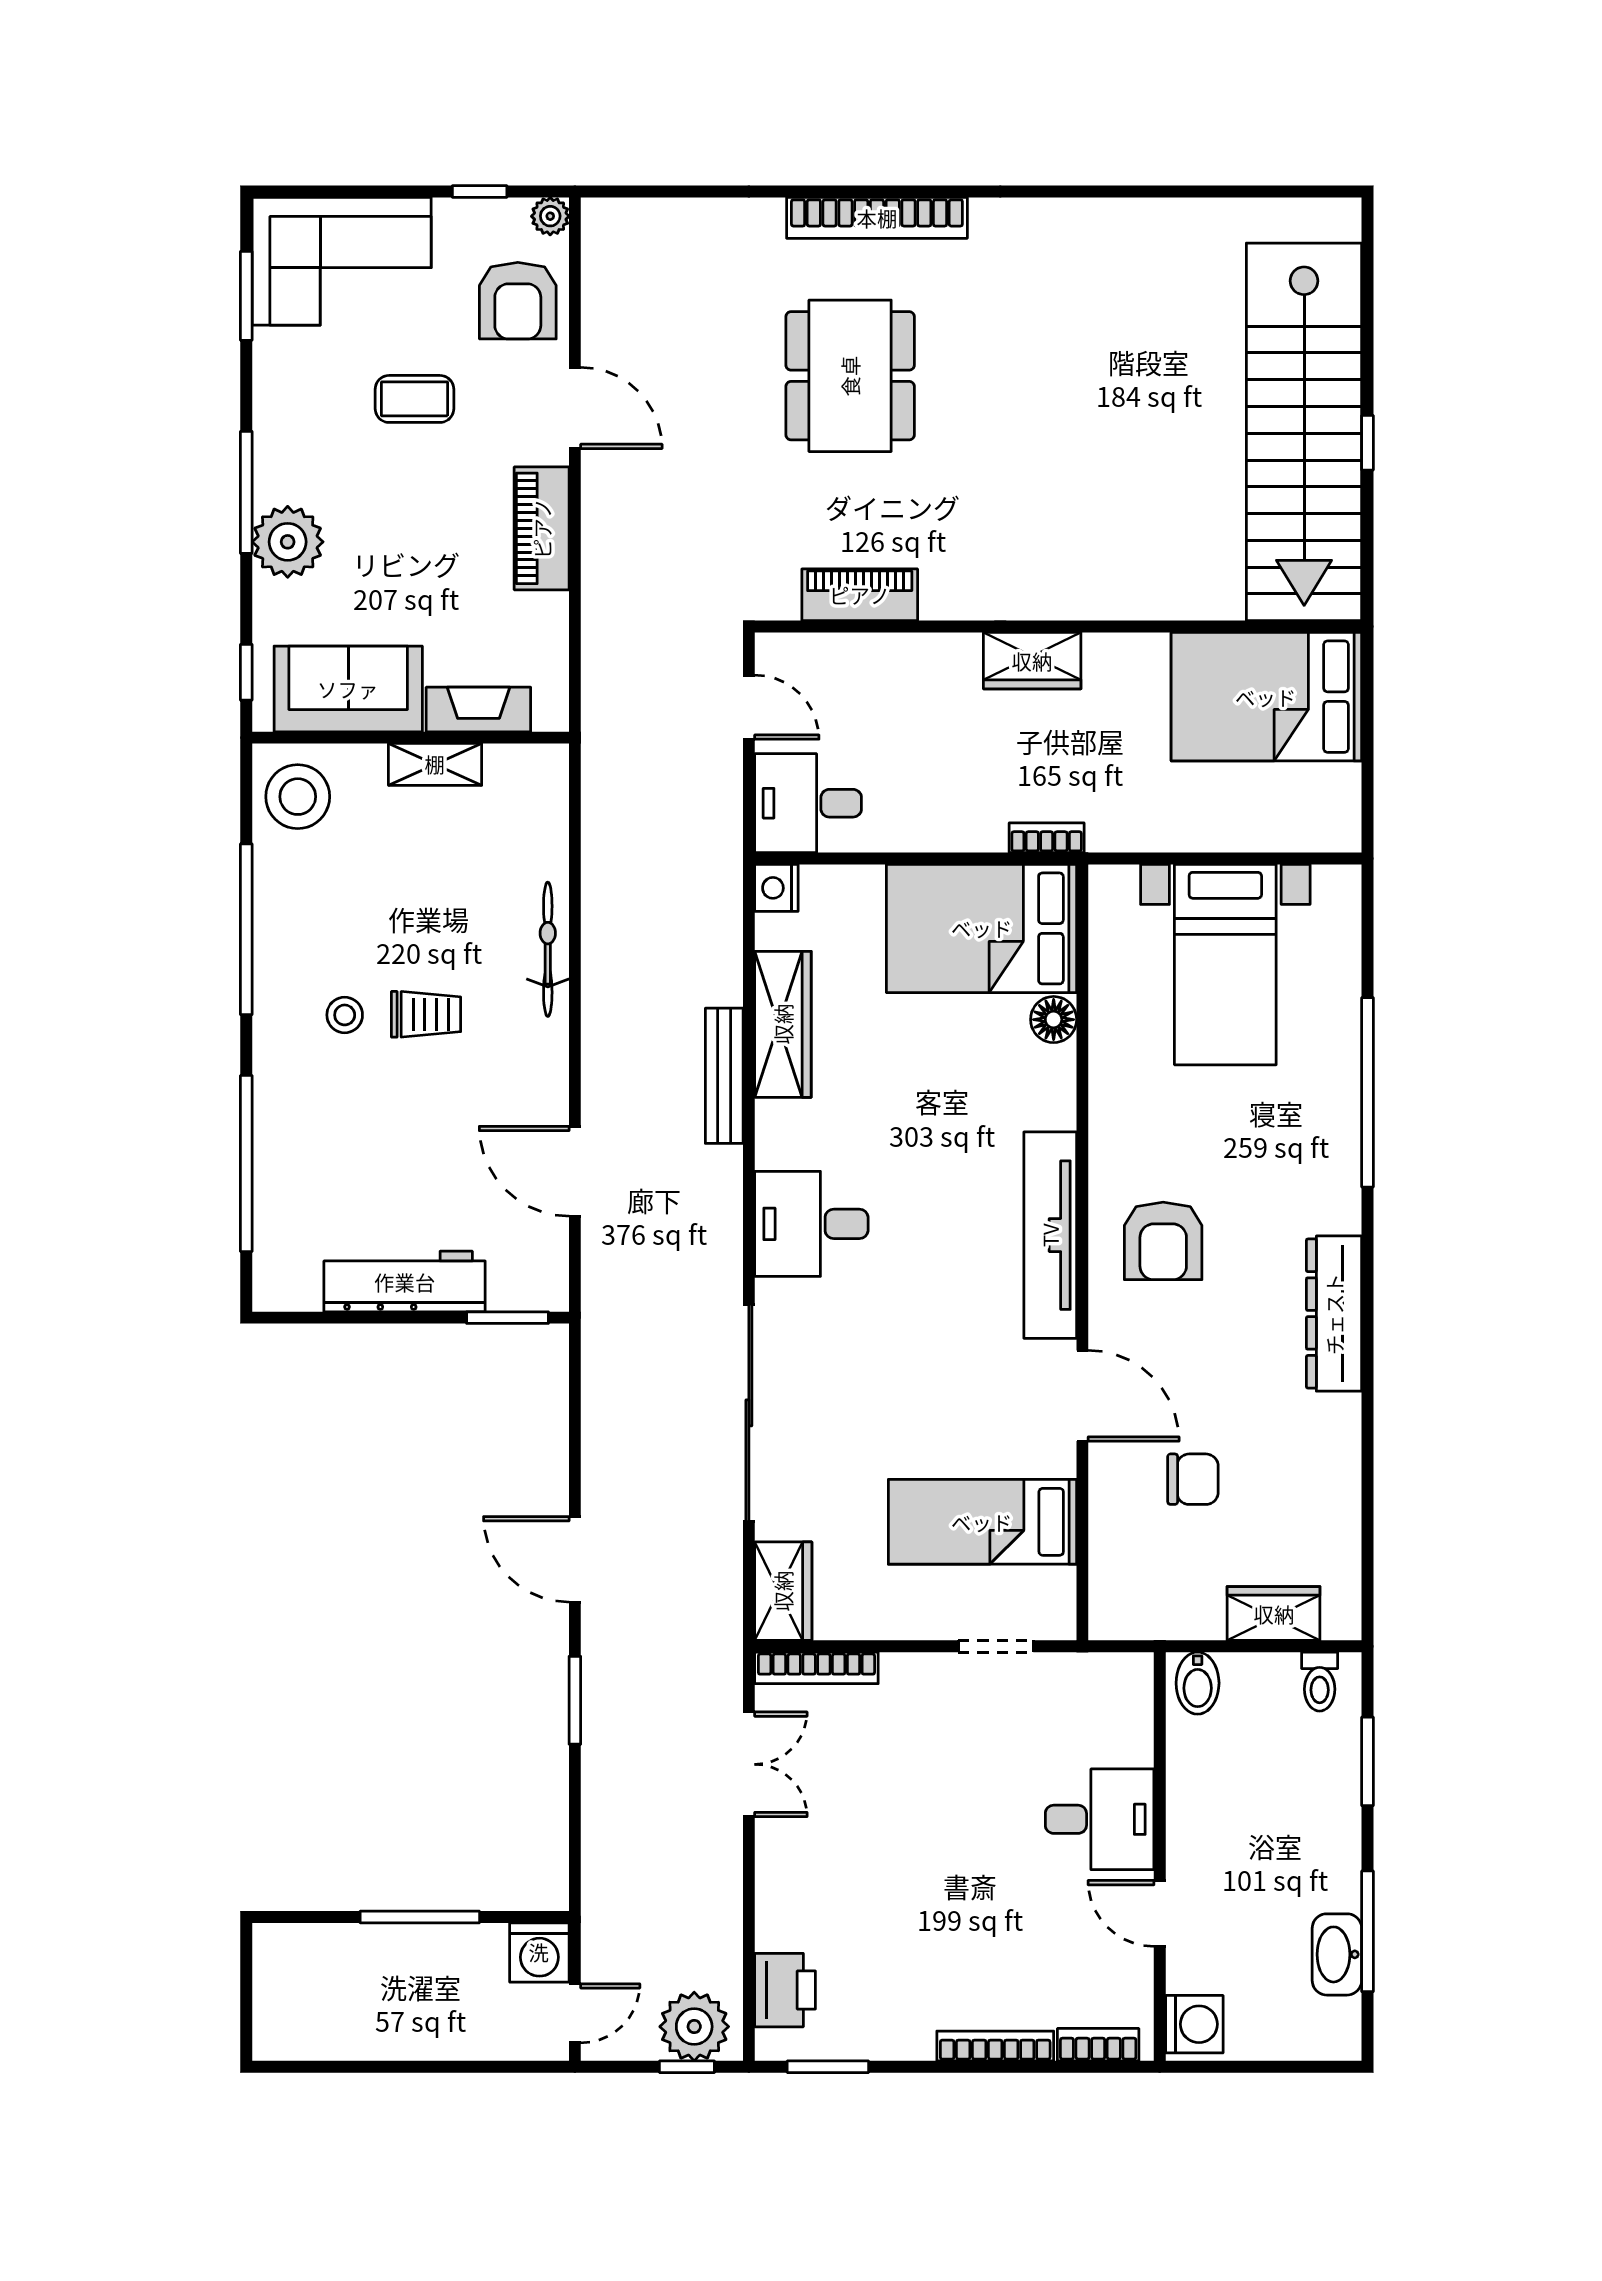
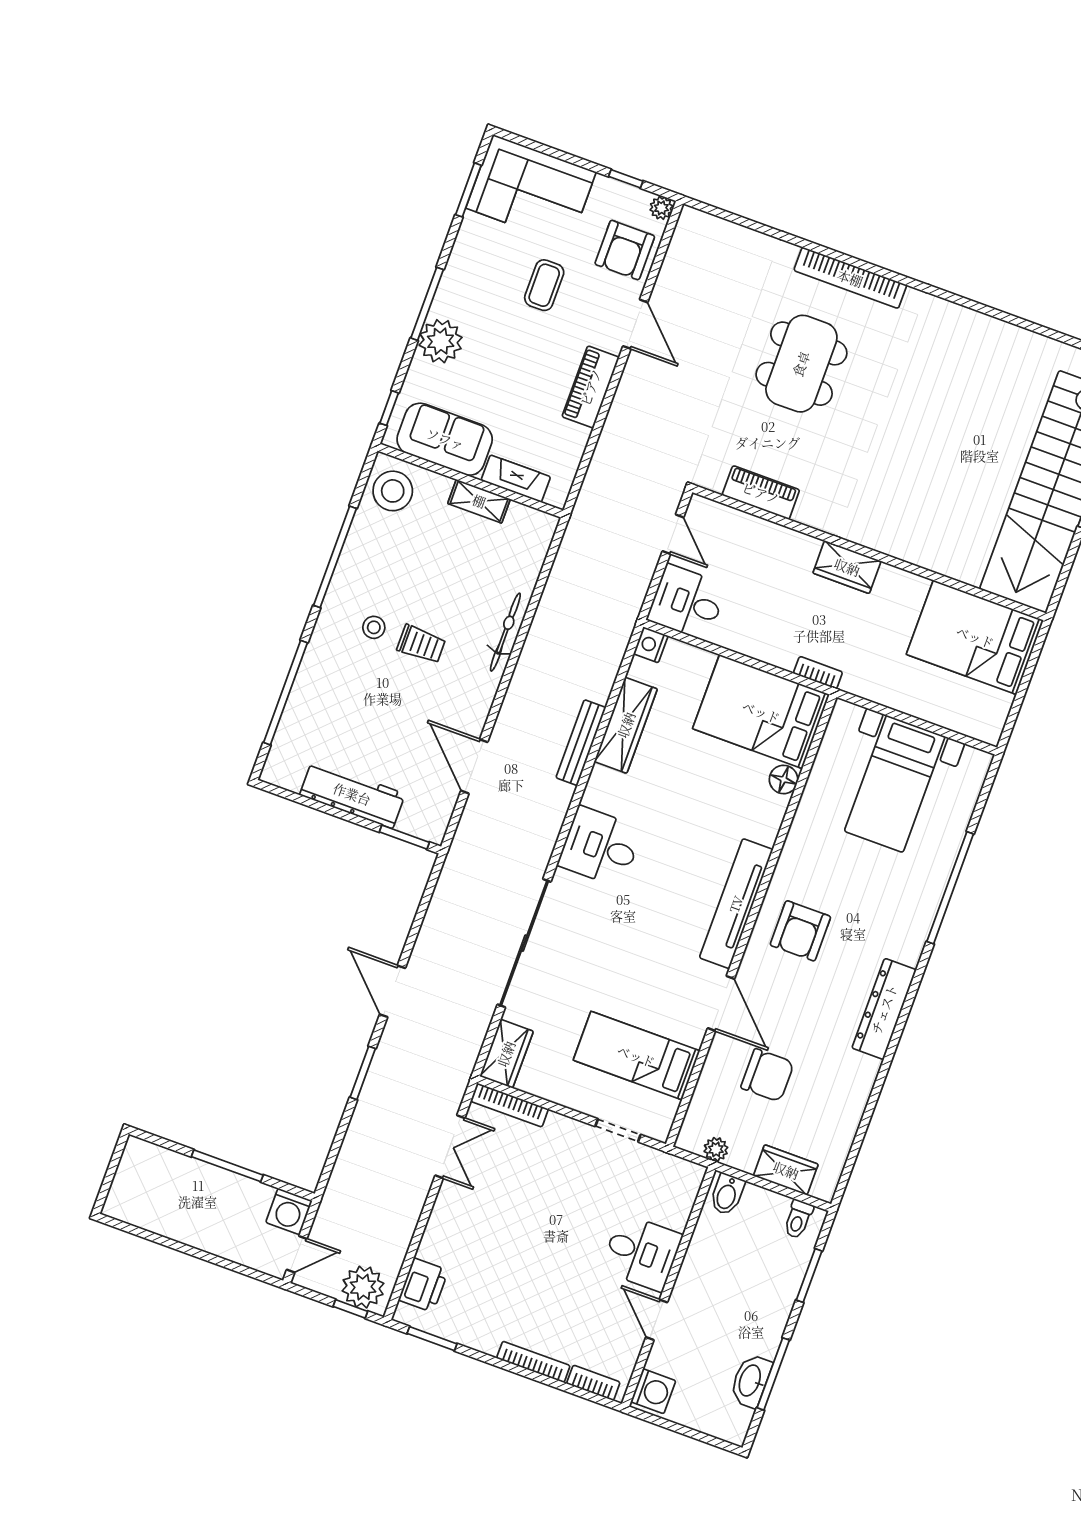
coffee table: (414, 399) -> (544, 285), turned 90
chair: (1193, 1479) -> (767, 1075), width x1.37, depth x1.37
plant: (1156, 1621) -> (716, 1149), added

